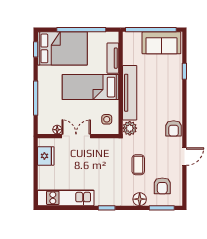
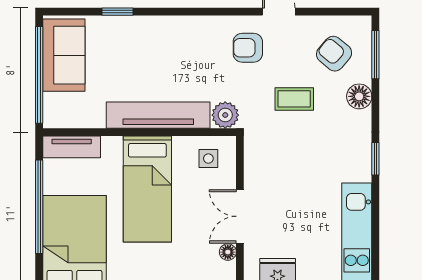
tv unit: (113, 58) -> (72, 147), moved
armchair: (174, 128) -> (248, 48), moved, turned 180
armchair: (162, 186) -> (334, 54), turned -140

